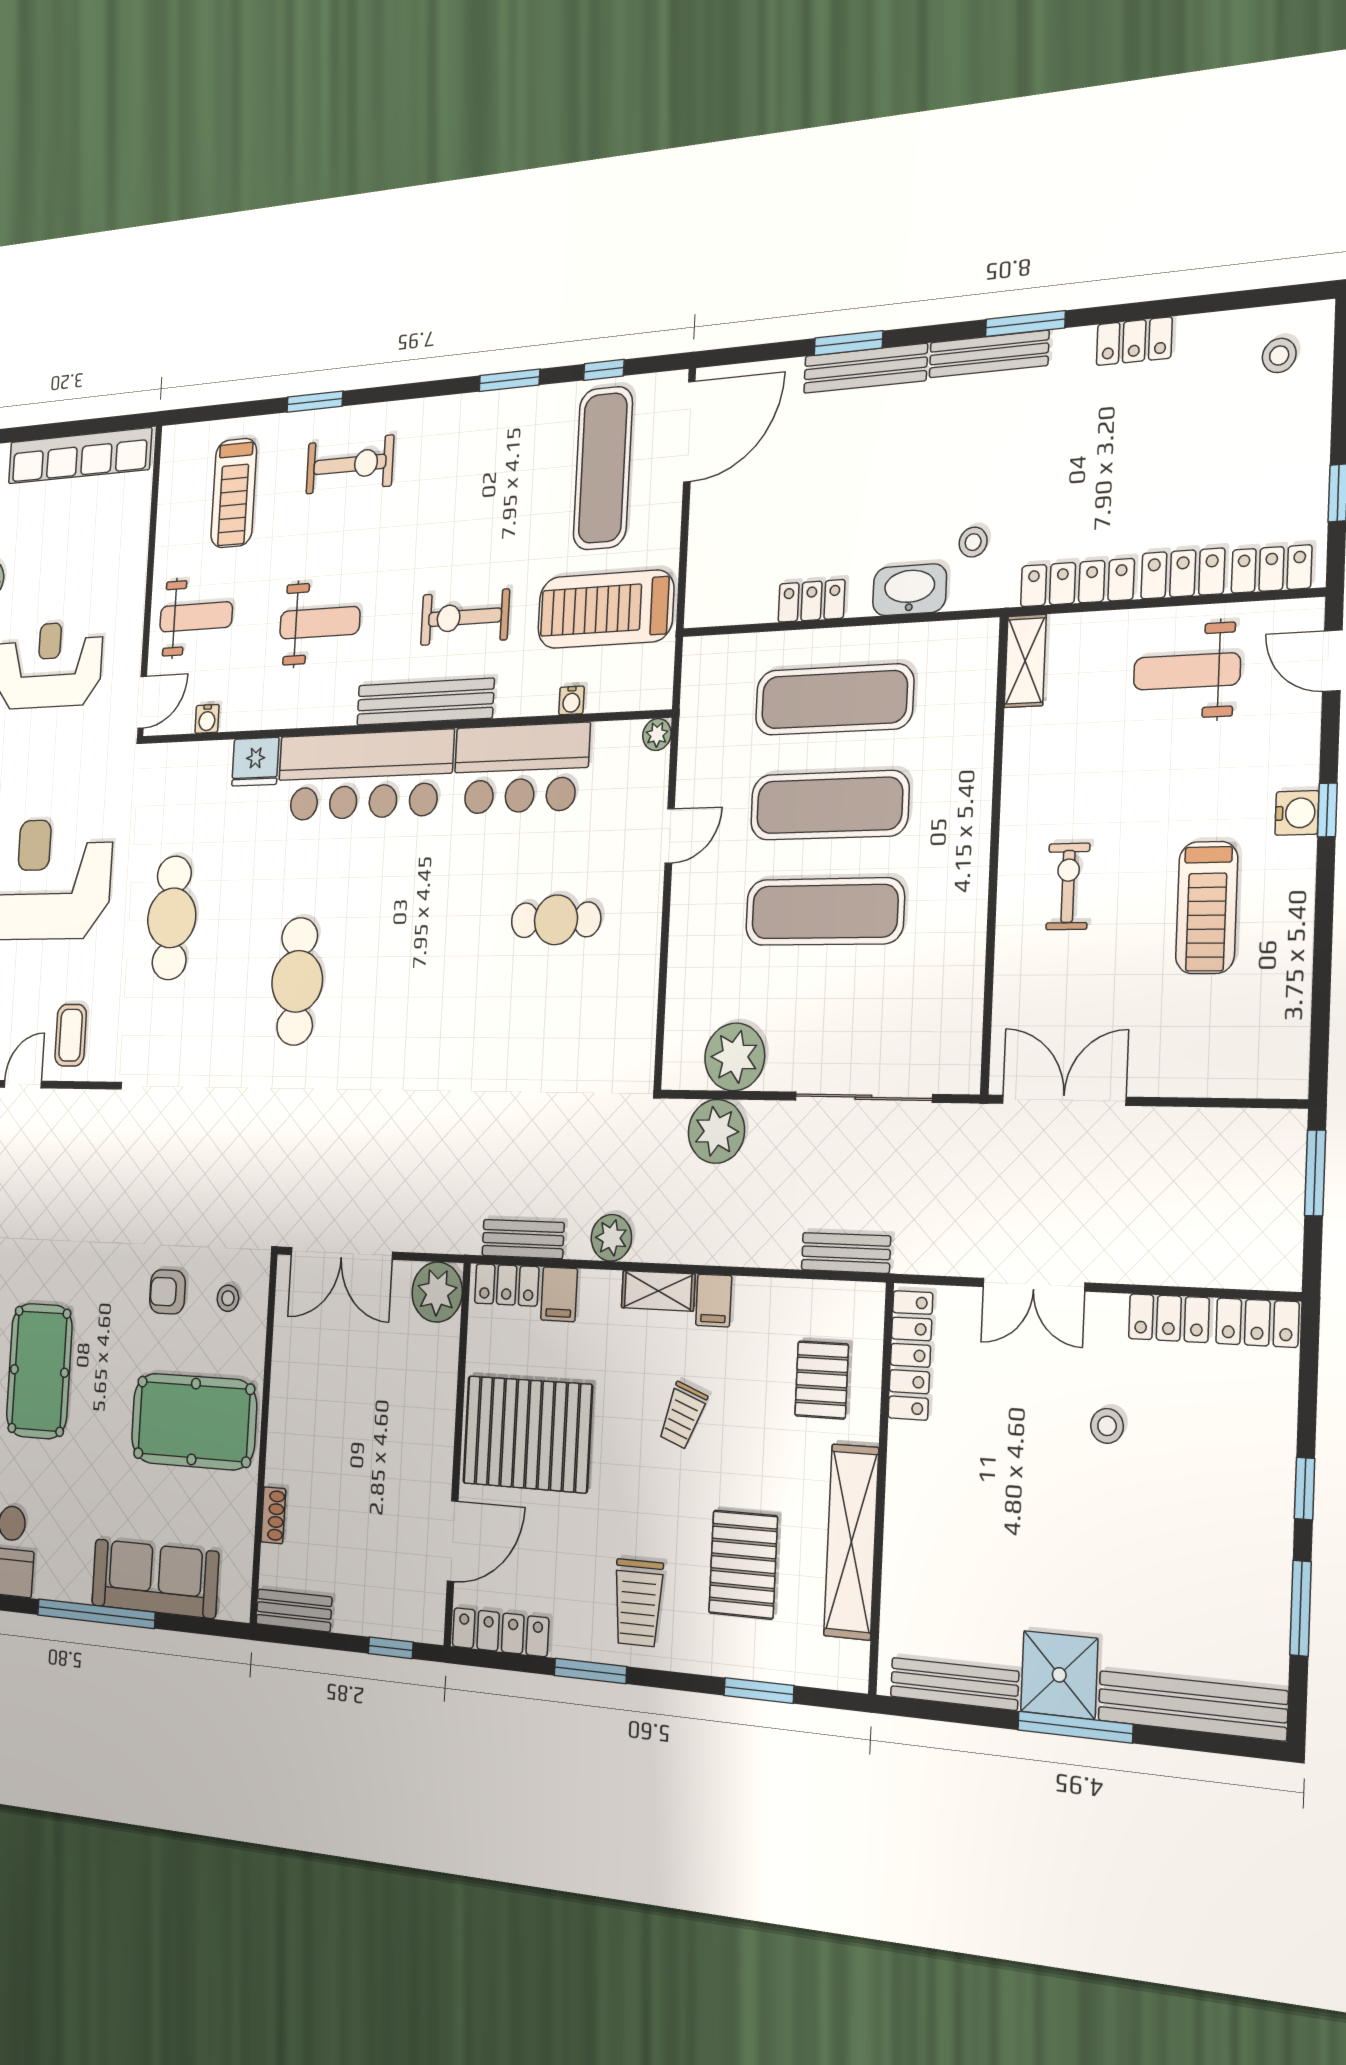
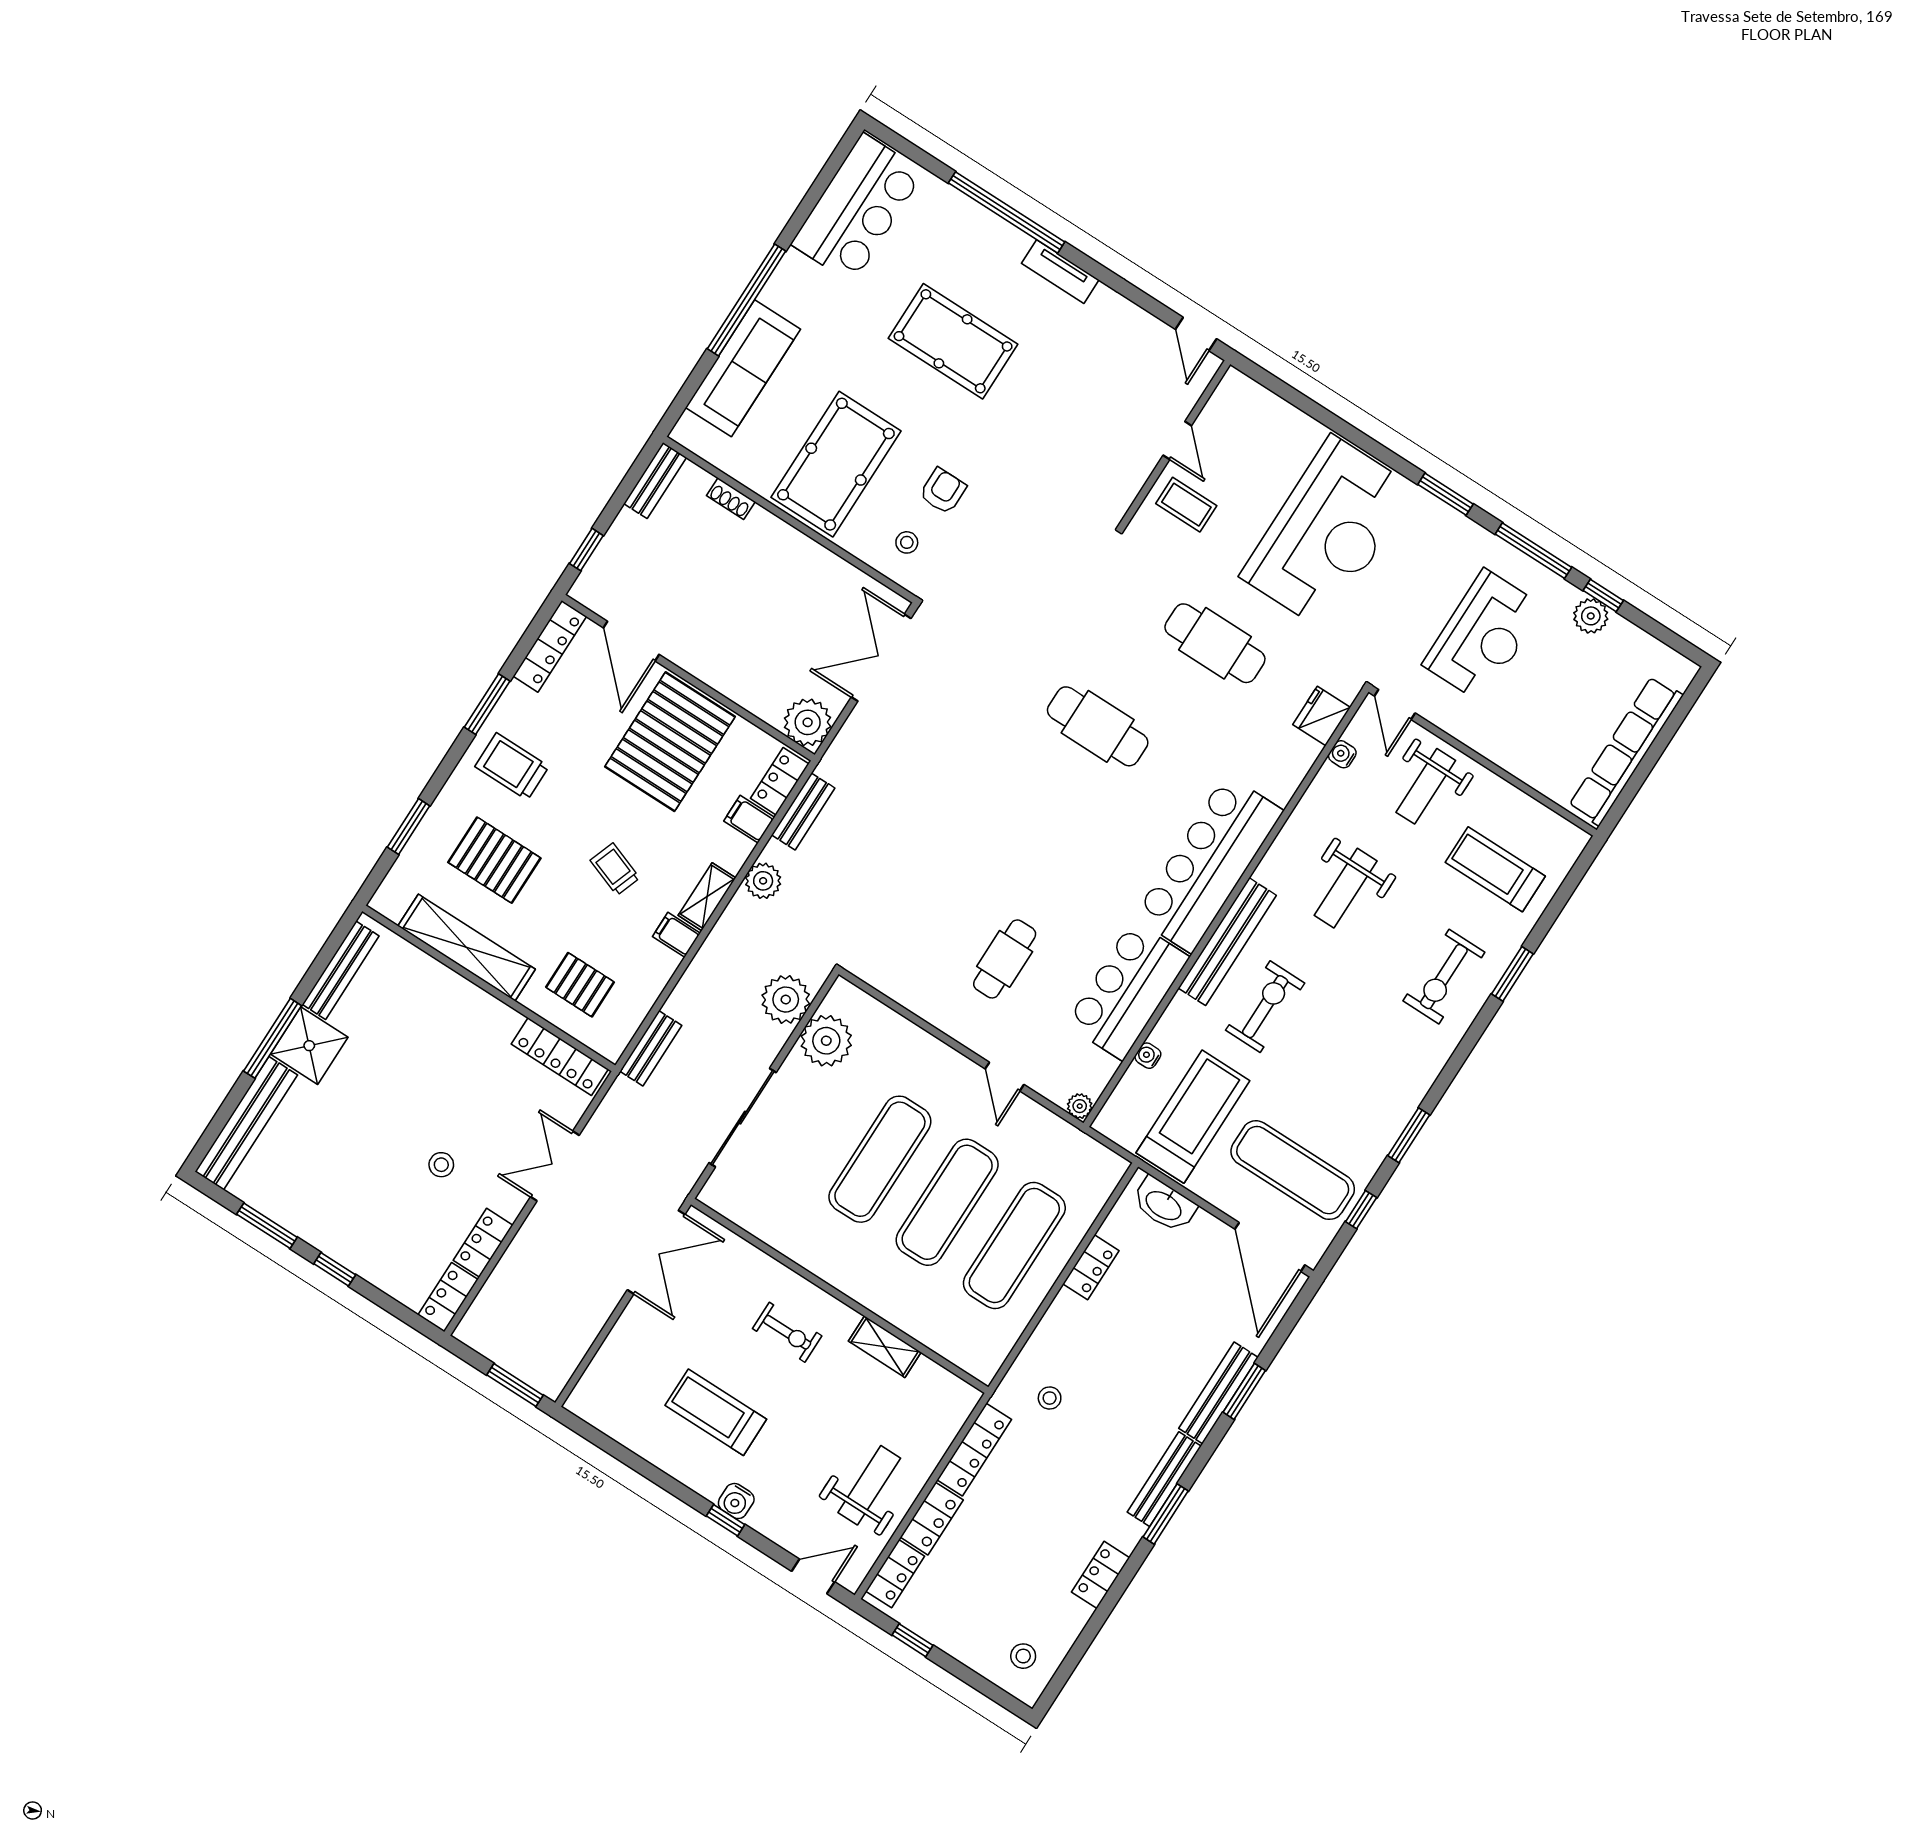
washbasin: (910, 590) -> (1164, 1205), moved, turned 90
shelving: (1025, 661) -> (885, 1347), moved
fridge: (255, 762) -> (1322, 716), moved

